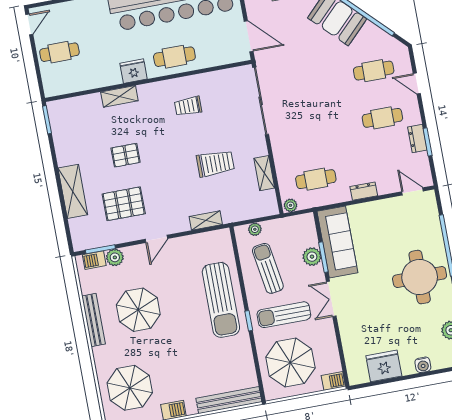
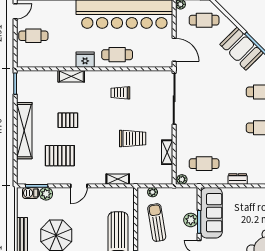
shelving: (73, 191) -> (24, 131), width x1.47

